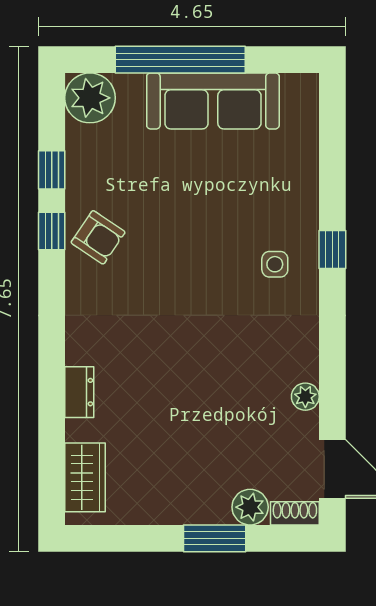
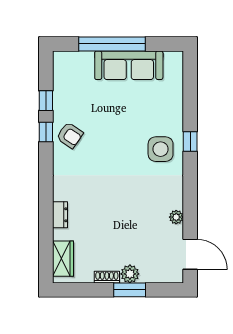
plant: (90, 98) -> (66, 64), removed
side table: (275, 264) -> (161, 149), width x1.87, depth x1.87
plant: (250, 507) -> (130, 274), moved
shoe rack: (295, 513) -> (107, 277), moved

